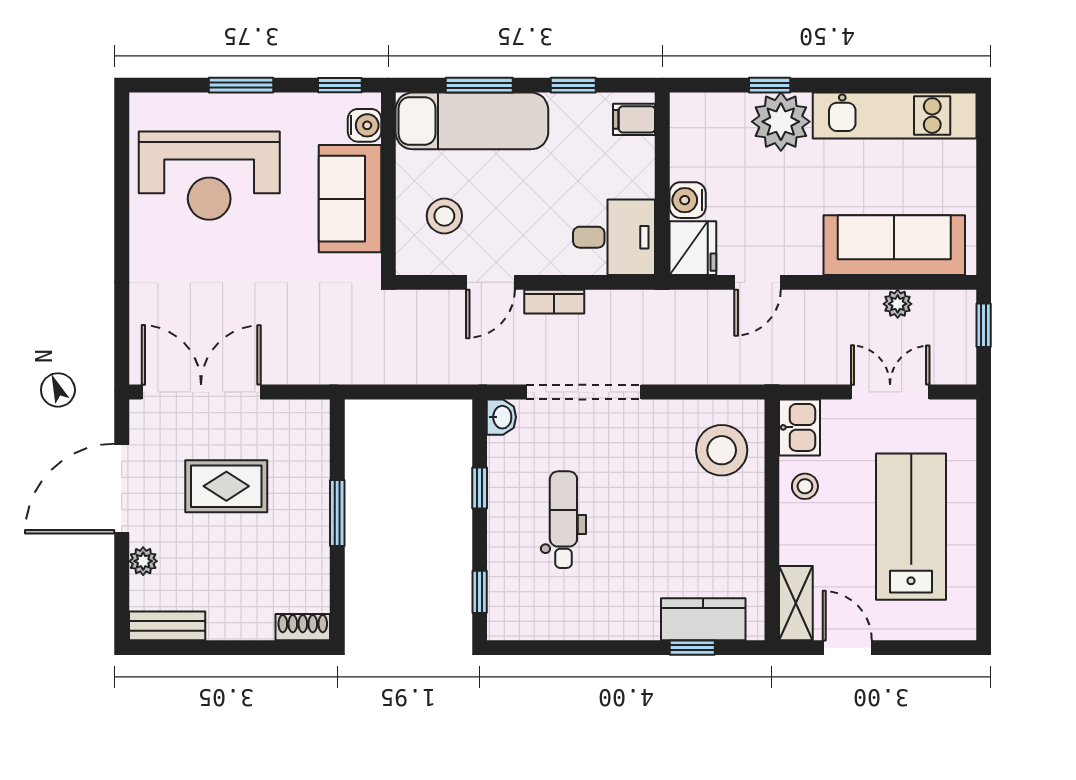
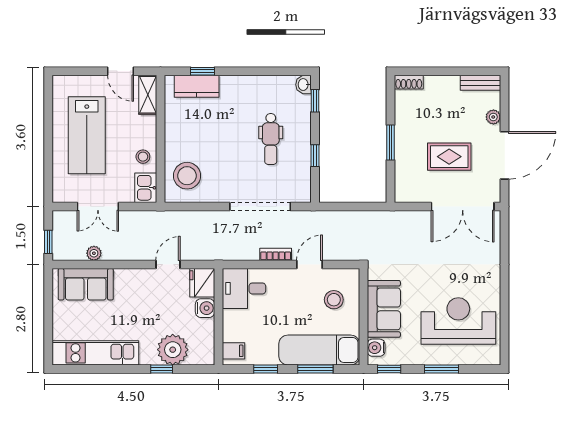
plant: (781, 122) -> (173, 350), moved
sofa: (894, 245) -> (86, 284), width x0.73
washbasin: (501, 417) -> (304, 85), moved

